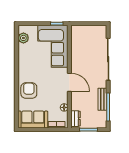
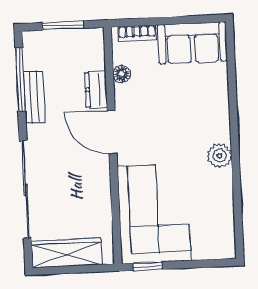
wardrobe: (91, 31) -> (67, 253), added
plant: (23, 38) -> (220, 156), moved
armchair: (29, 91) -> (205, 109), removed
dresser: (76, 119) -> (96, 90), moved

